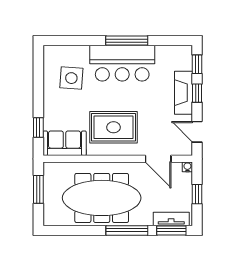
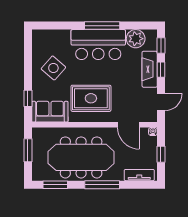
plant: (167, 56) -> (136, 39), added
side table: (71, 78) -> (53, 68), moved, turned 37
door: (197, 132) -> (161, 102), swing flipped
window: (171, 230) -> (55, 185), moved

